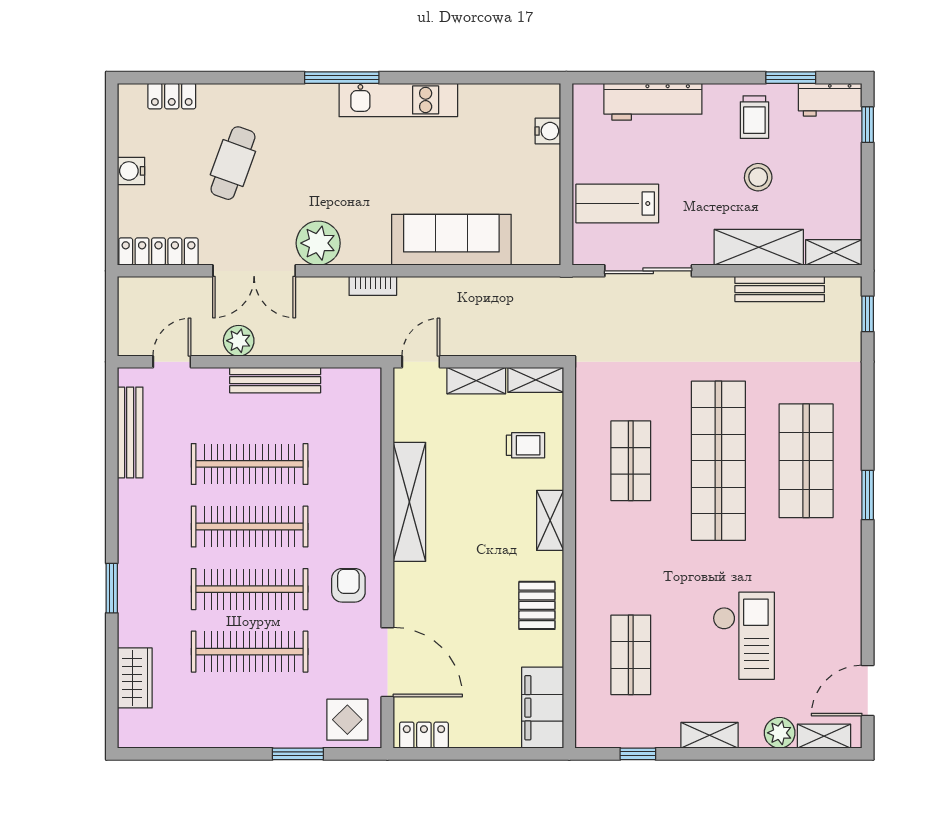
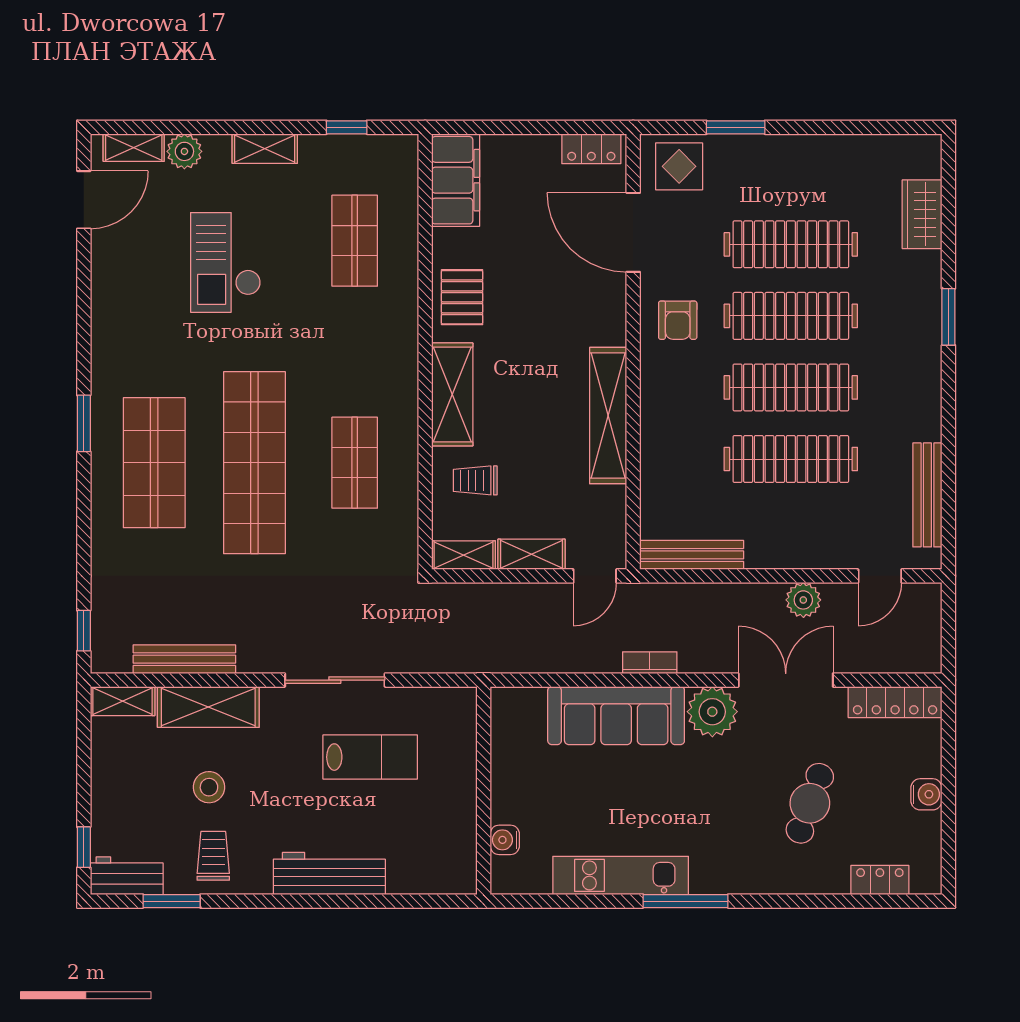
water cooler: (548, 131) -> (505, 840), moved
wall: (566, 174) -> (484, 791), moved
sofa: (451, 240) -> (616, 716), moved
bench: (275, 380) -> (692, 555), moved
shelving: (550, 520) -> (452, 394), width x1.50, depth x1.33

